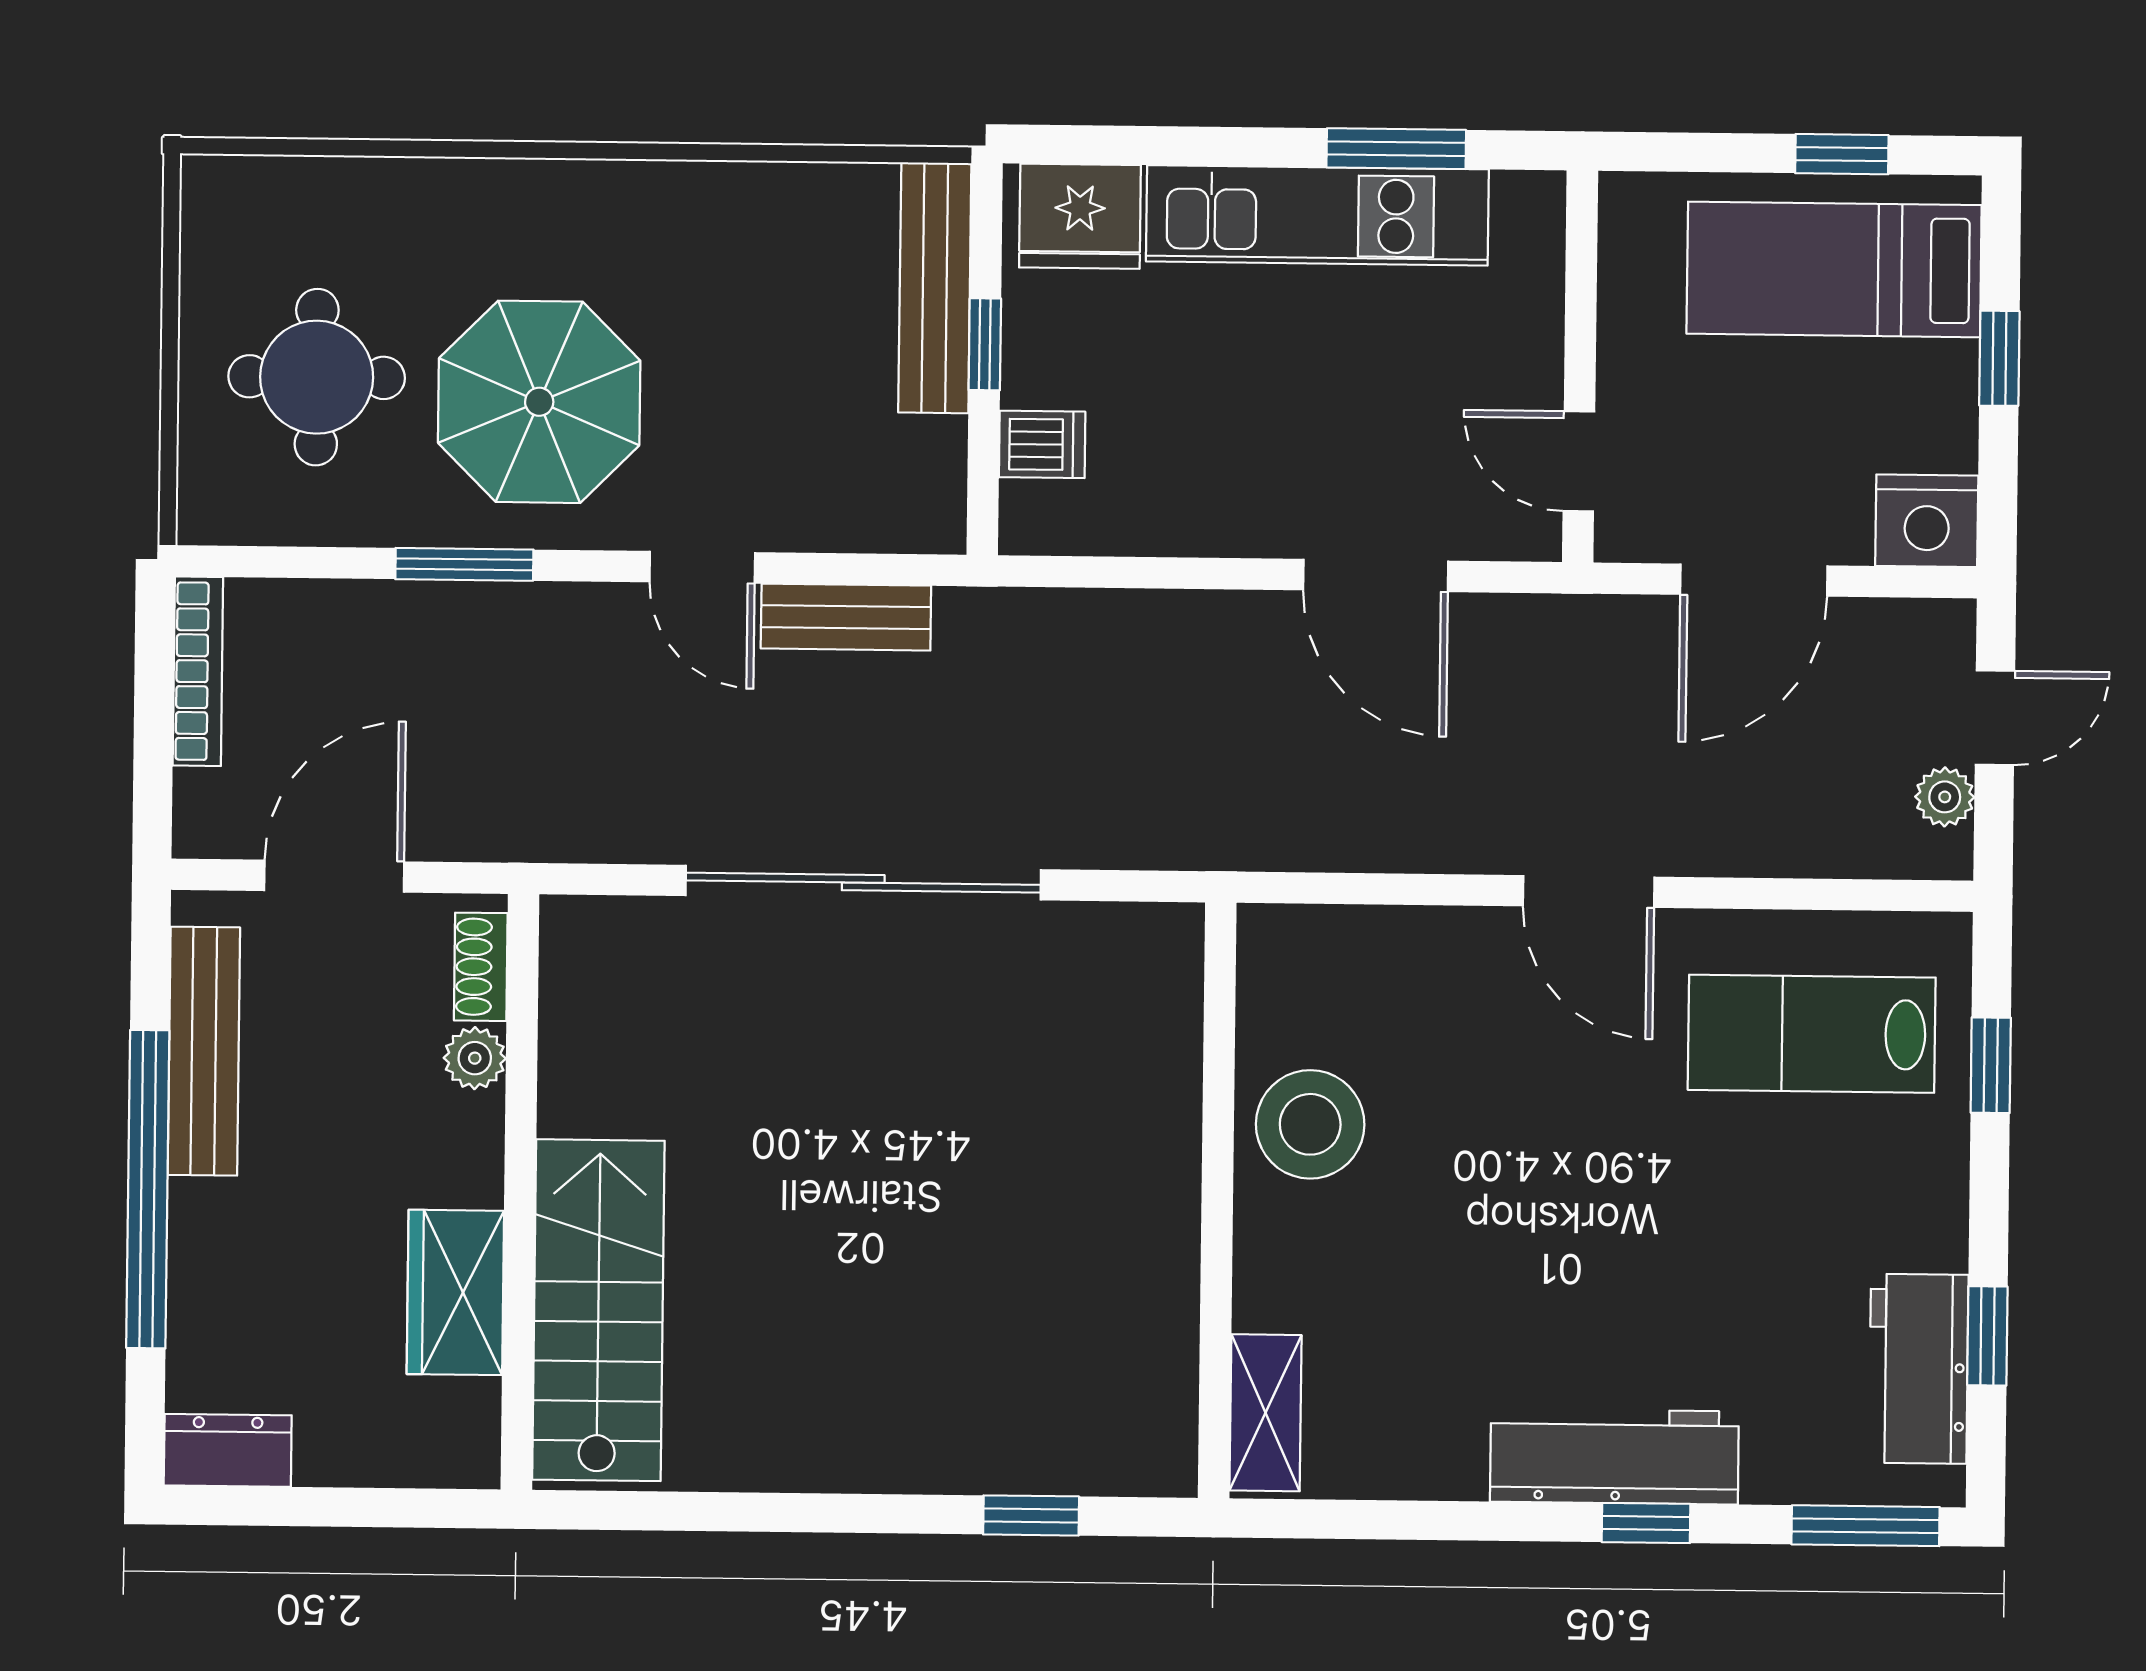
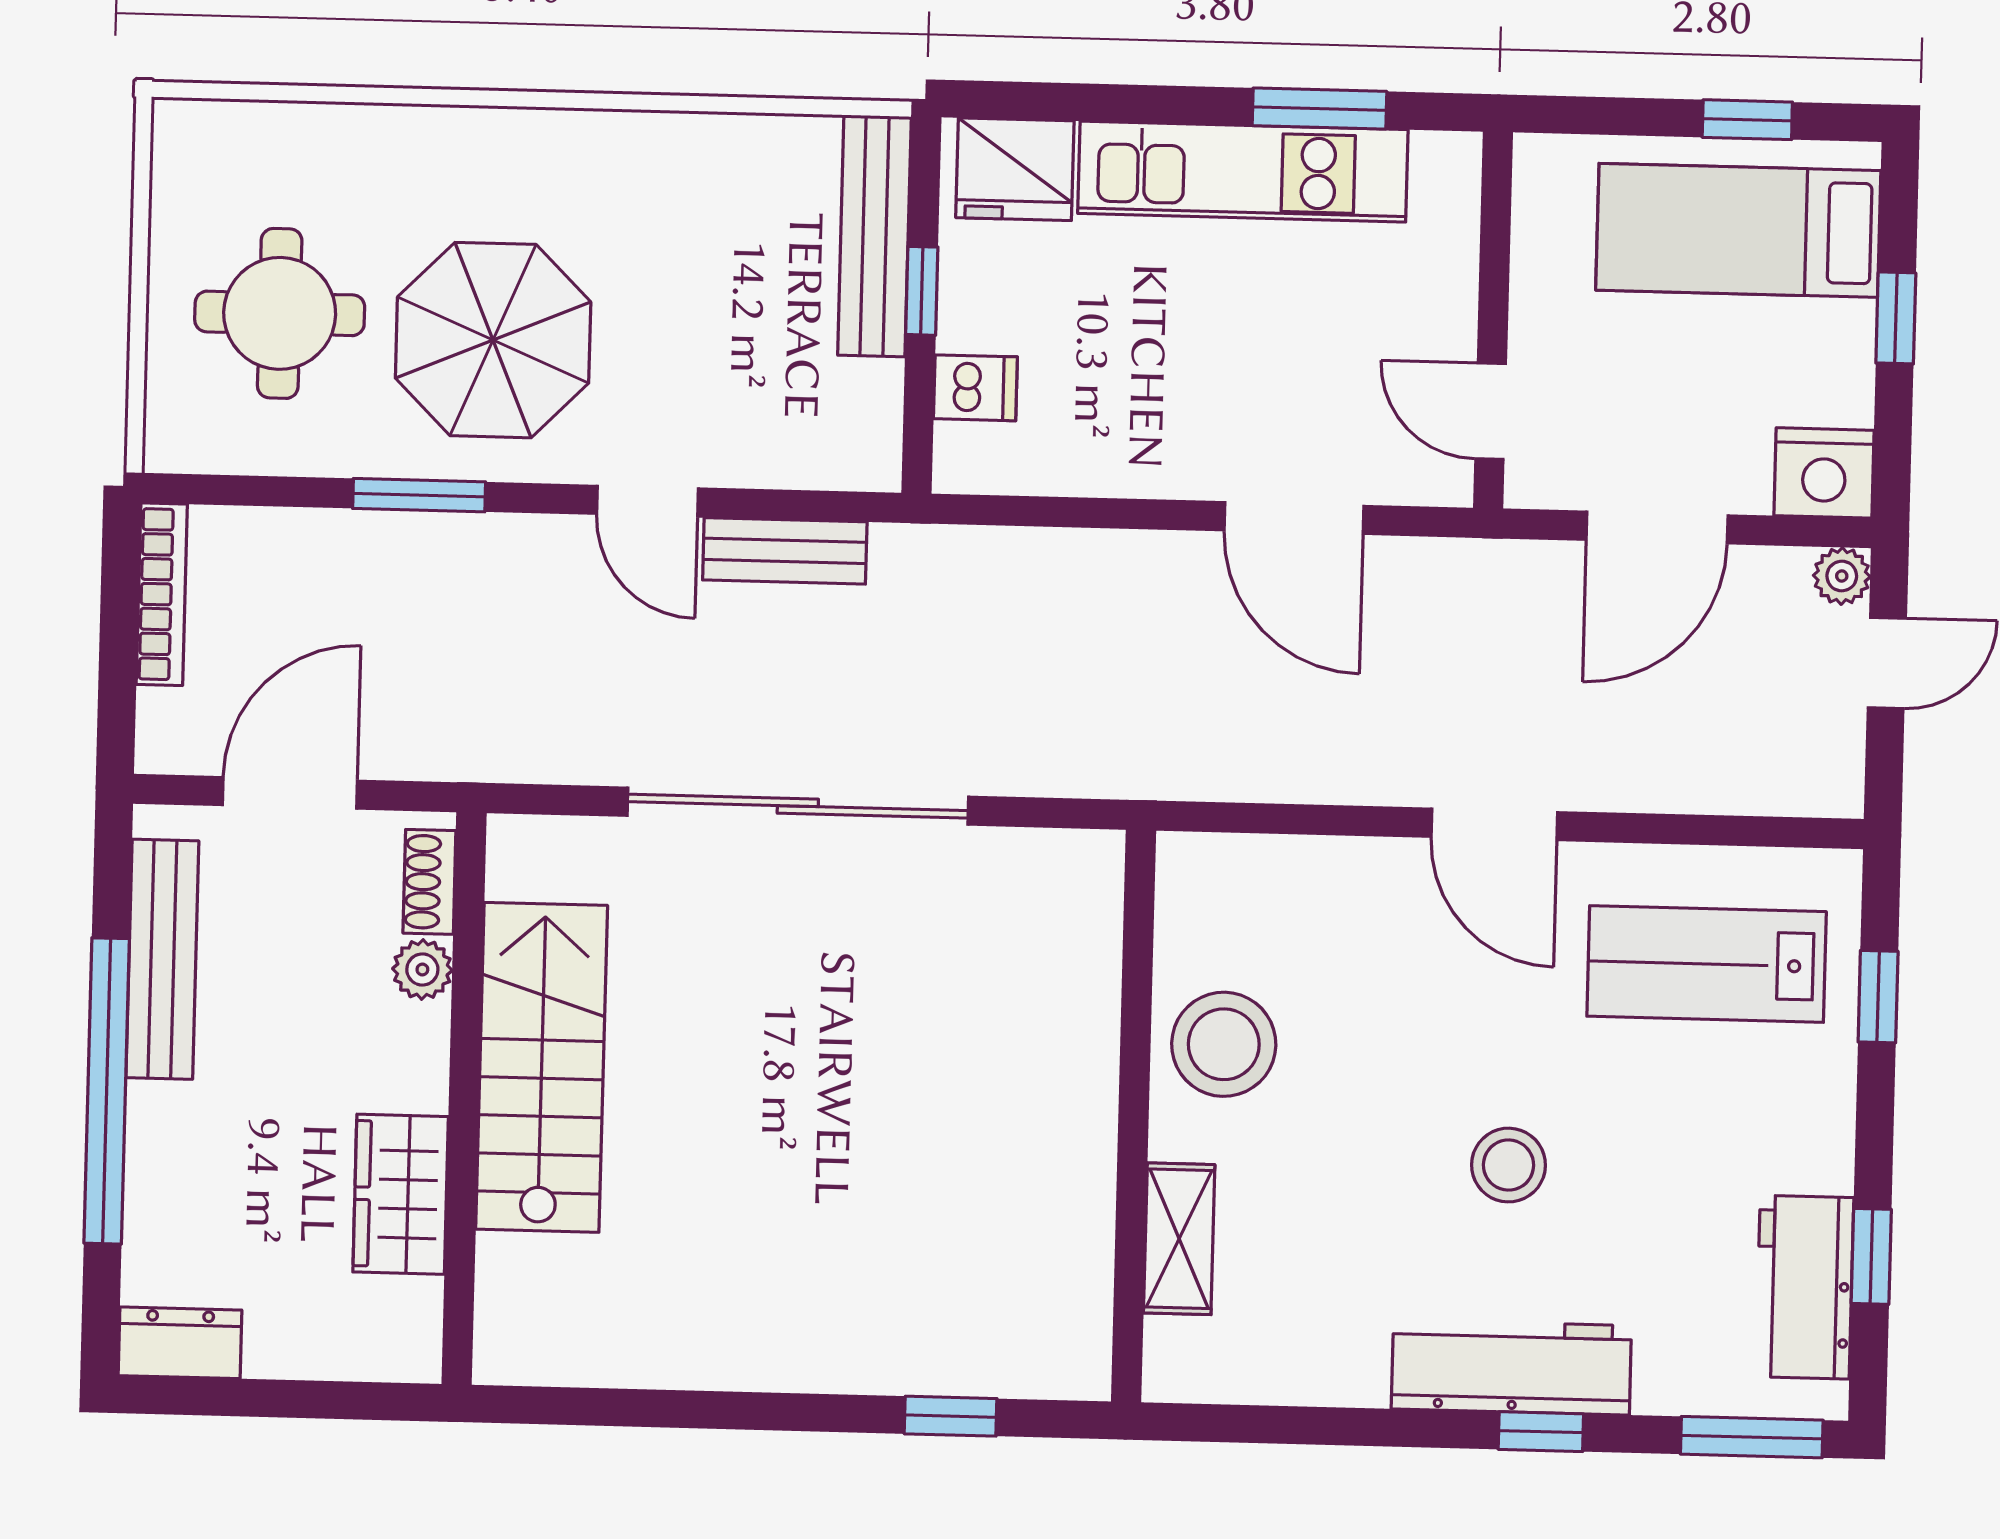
plant: (1945, 797) -> (1842, 576), moved
stool: (1608, 1246) -> (1509, 1165), added
stairs: (598, 1310) -> (542, 1067), moved
shelving: (1265, 1413) -> (1179, 1239), moved

